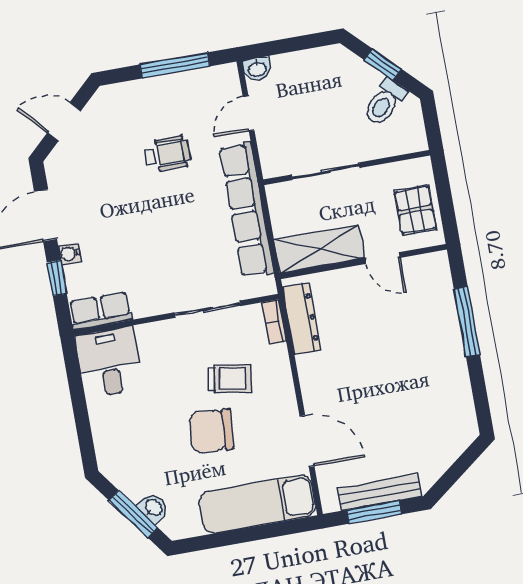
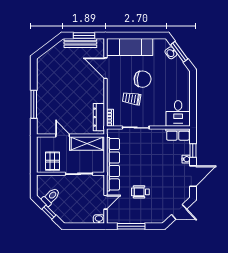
pallet: (415, 210) -> (53, 161), moved

